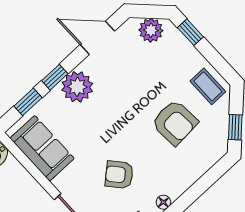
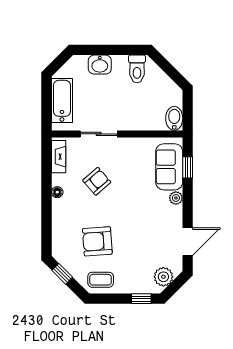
window: (55, 77) -> (188, 196), removed
plant: (77, 87) -> (176, 198), width x0.53, depth x0.53
sofa: (42, 148) -> (169, 167), moved, turned 90

